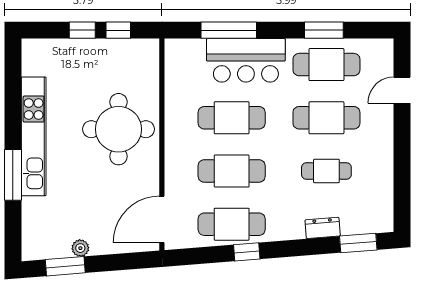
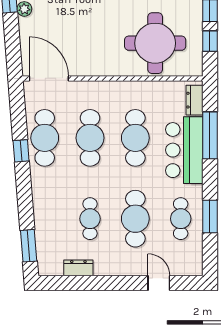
dresser: (187, 48) -> (195, 100), added
cafe table: (326, 65) -> (181, 219), width x0.73, depth x0.74
round table: (119, 129) -> (155, 43), moved
dresser: (323, 228) -> (78, 268), moved, turned -85

